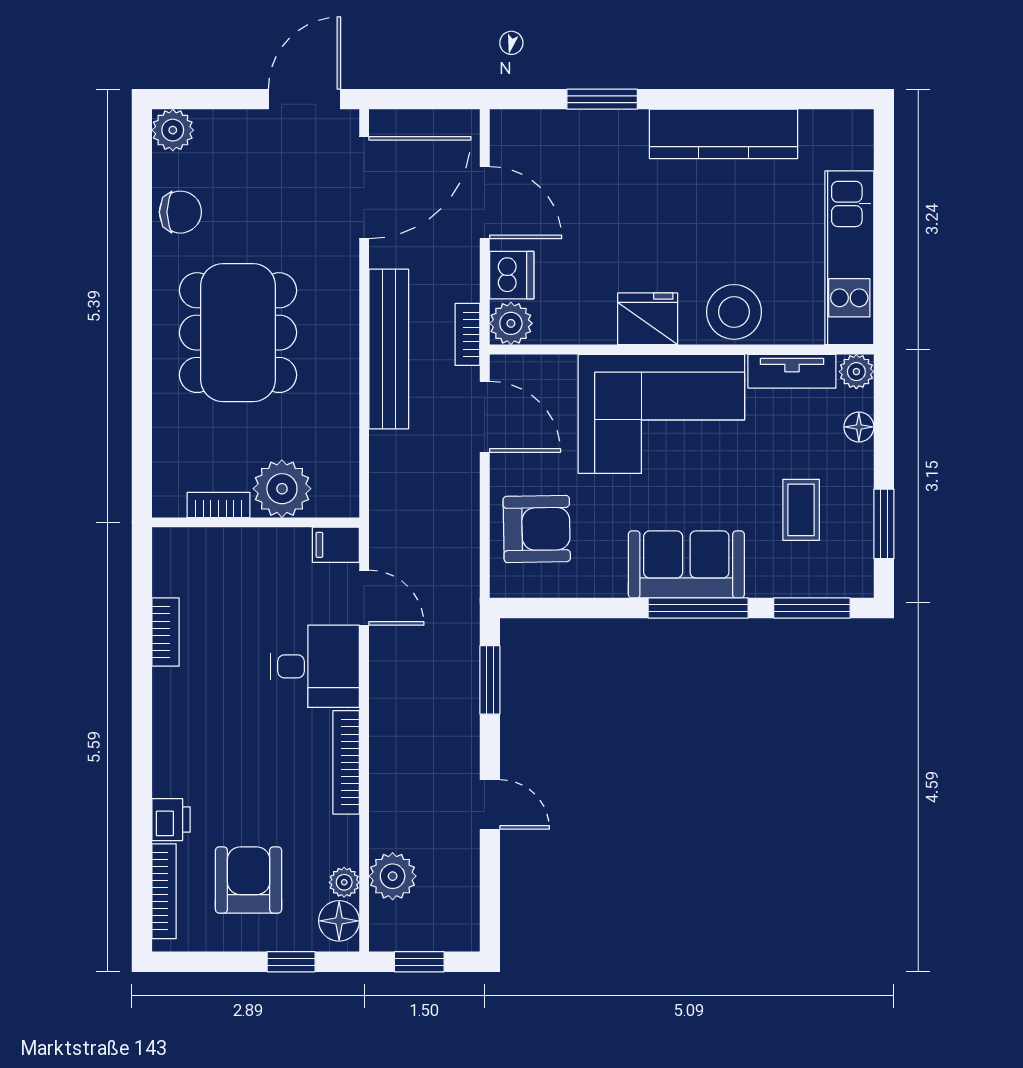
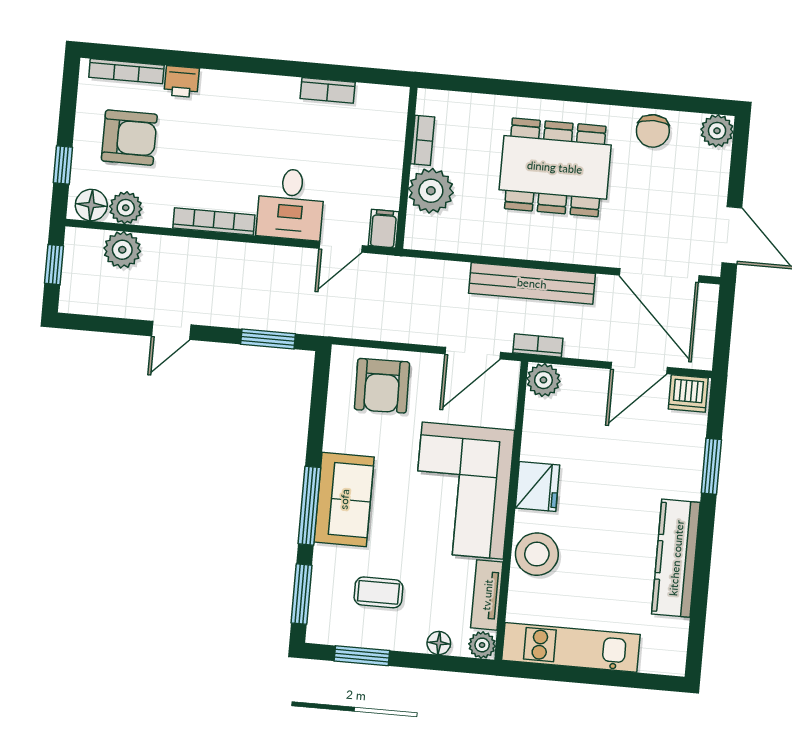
dishwasher: (512, 275) -> (688, 393), moved
plant: (344, 882) -> (126, 208), width x1.38, depth x1.38

